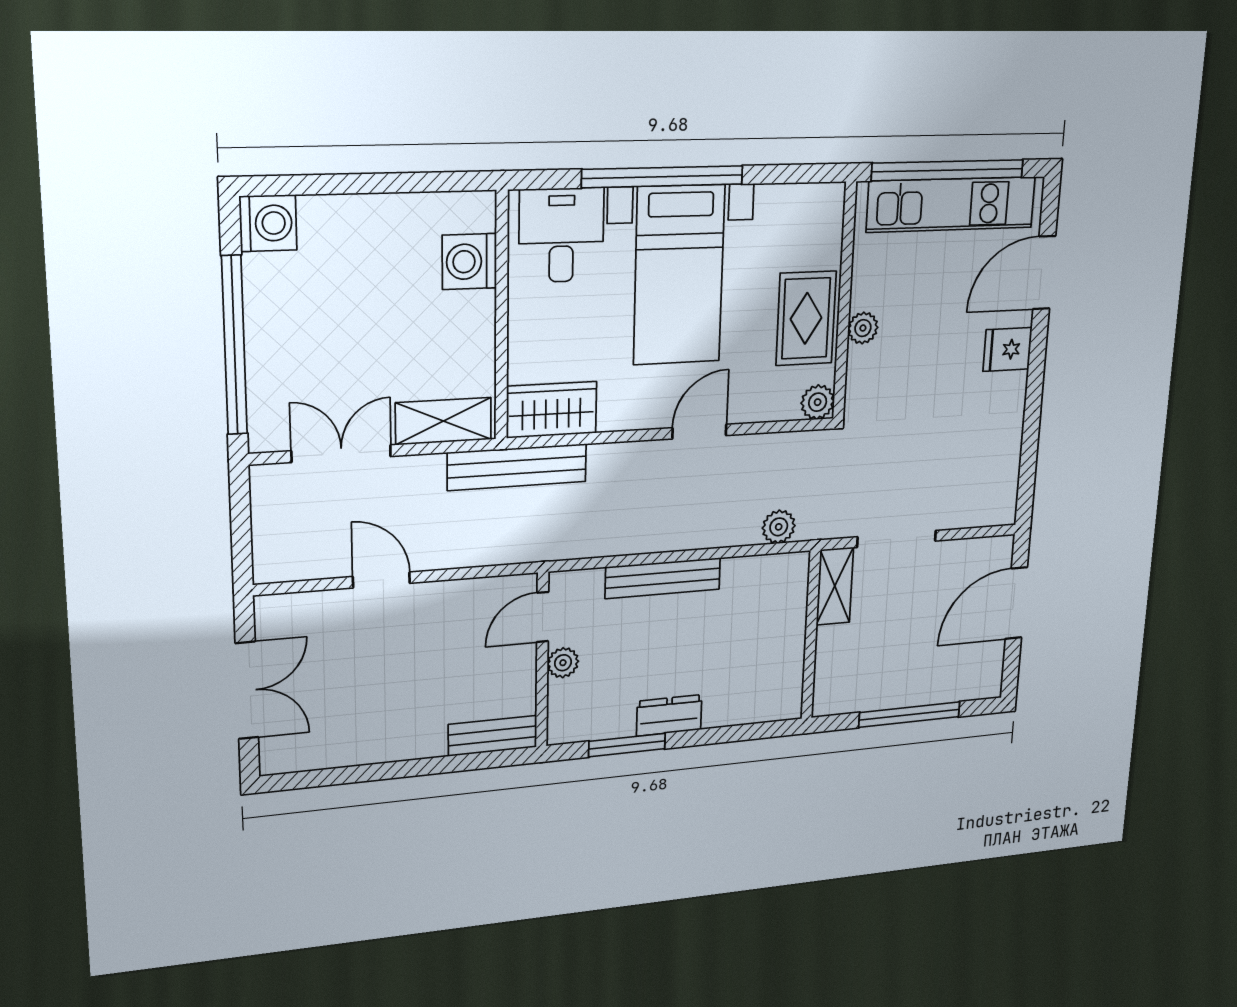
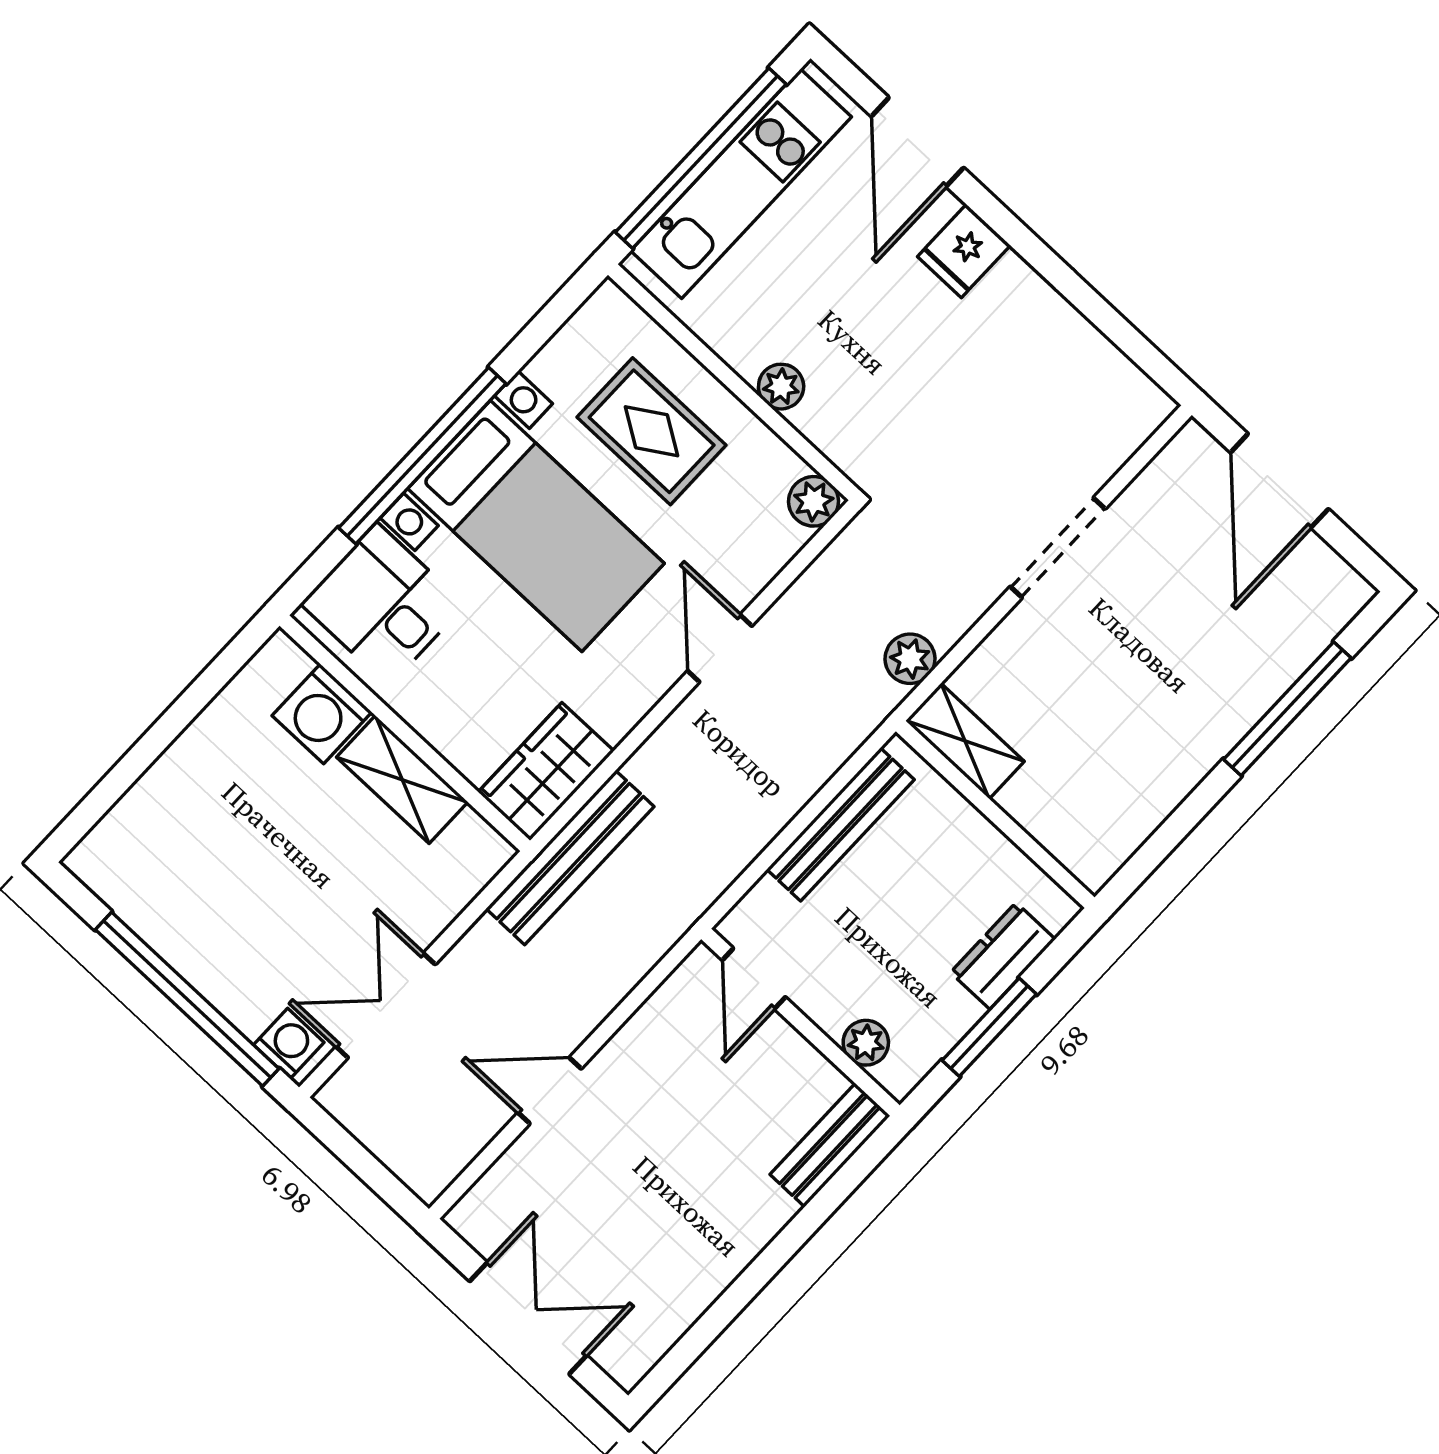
washing machine: (268, 223) -> (289, 1044), moved, width x0.73, depth x0.73
rug: (806, 318) -> (652, 431), moved
shelving: (443, 421) -> (402, 780), moved, turned 90
shelving: (835, 586) -> (965, 741), moved
wall: (811, 635) -> (995, 814), moved
plant: (563, 663) -> (866, 1043), moved

